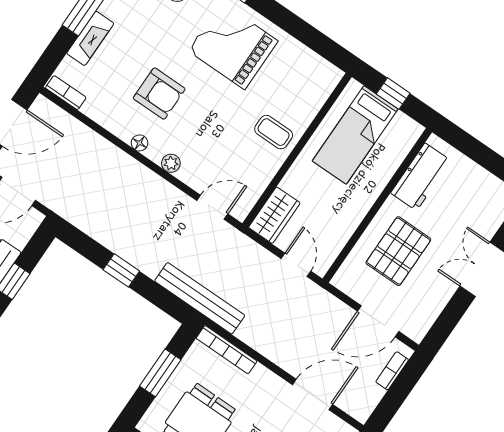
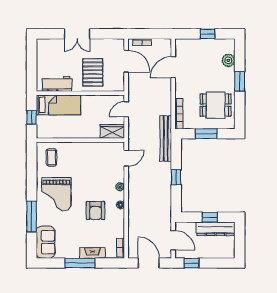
armchair: (159, 94) -> (96, 211), turned 180
coffee table: (274, 132) -> (51, 157), moved
bed: (355, 135) -> (58, 105), moved
door: (212, 207) -> (126, 158), swing flipped
pallet: (398, 251) -> (93, 72), turned 90
door: (313, 395) -> (173, 67), hinge flipped

